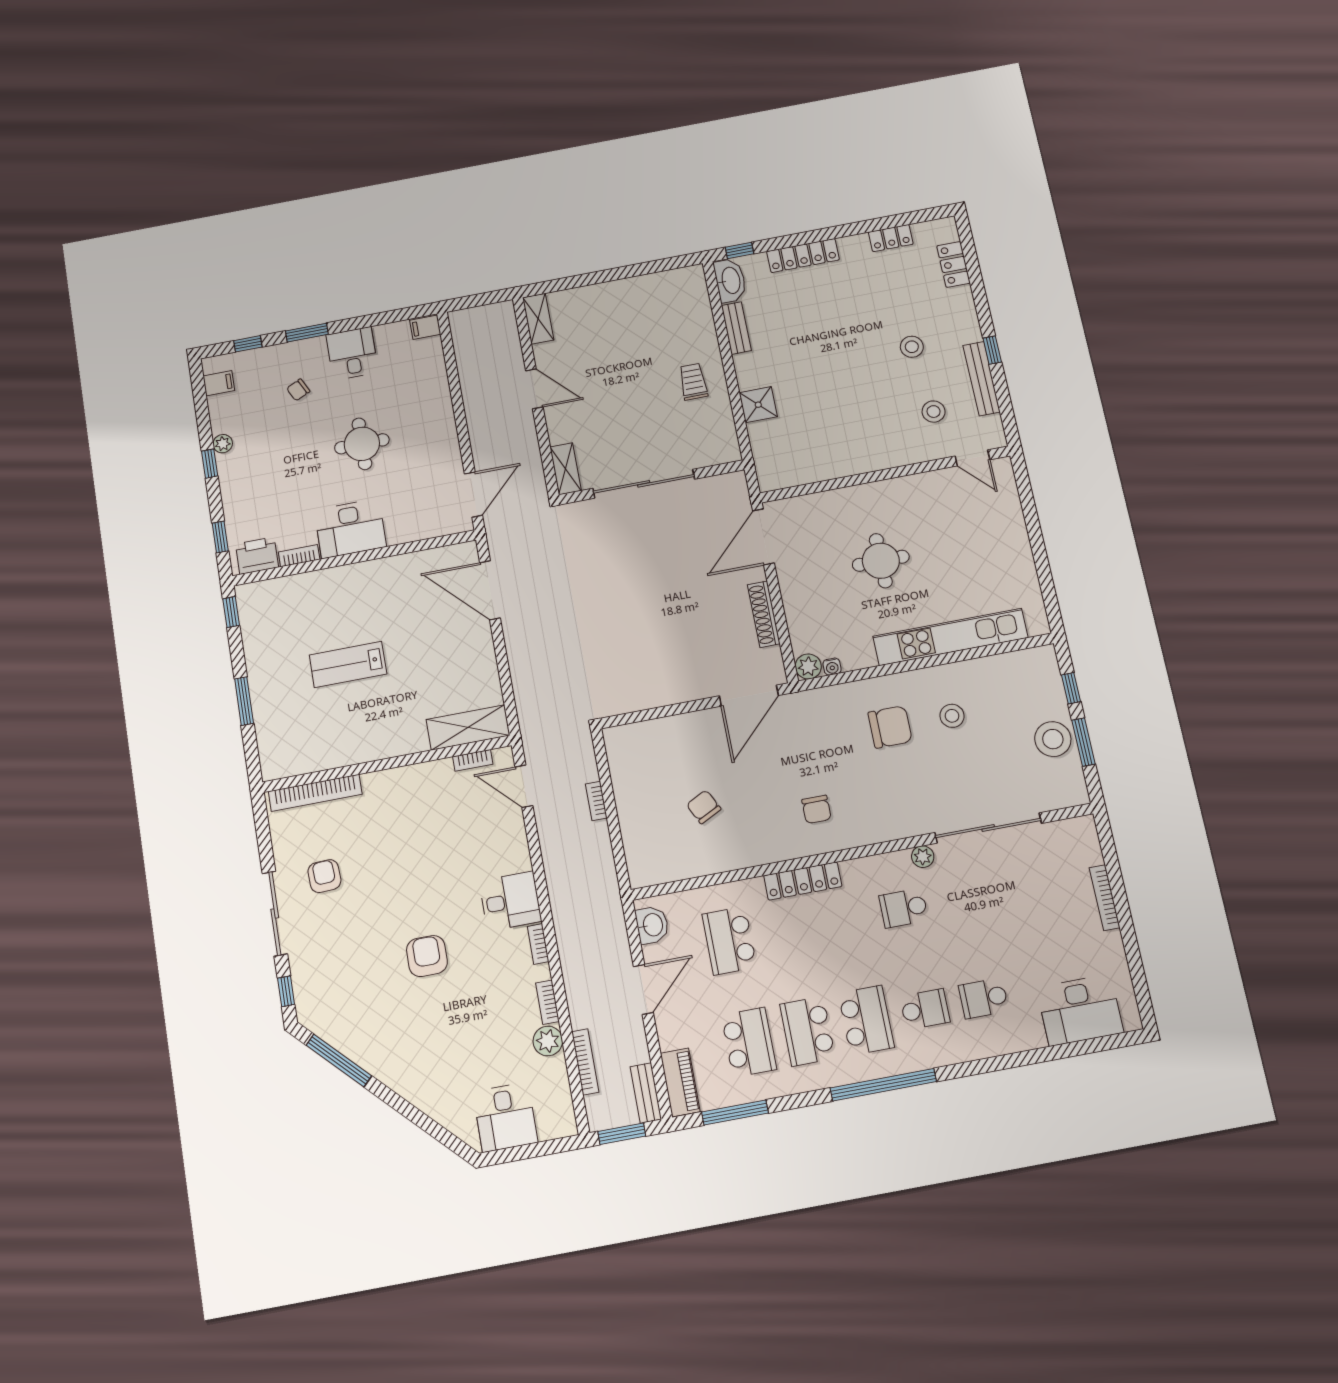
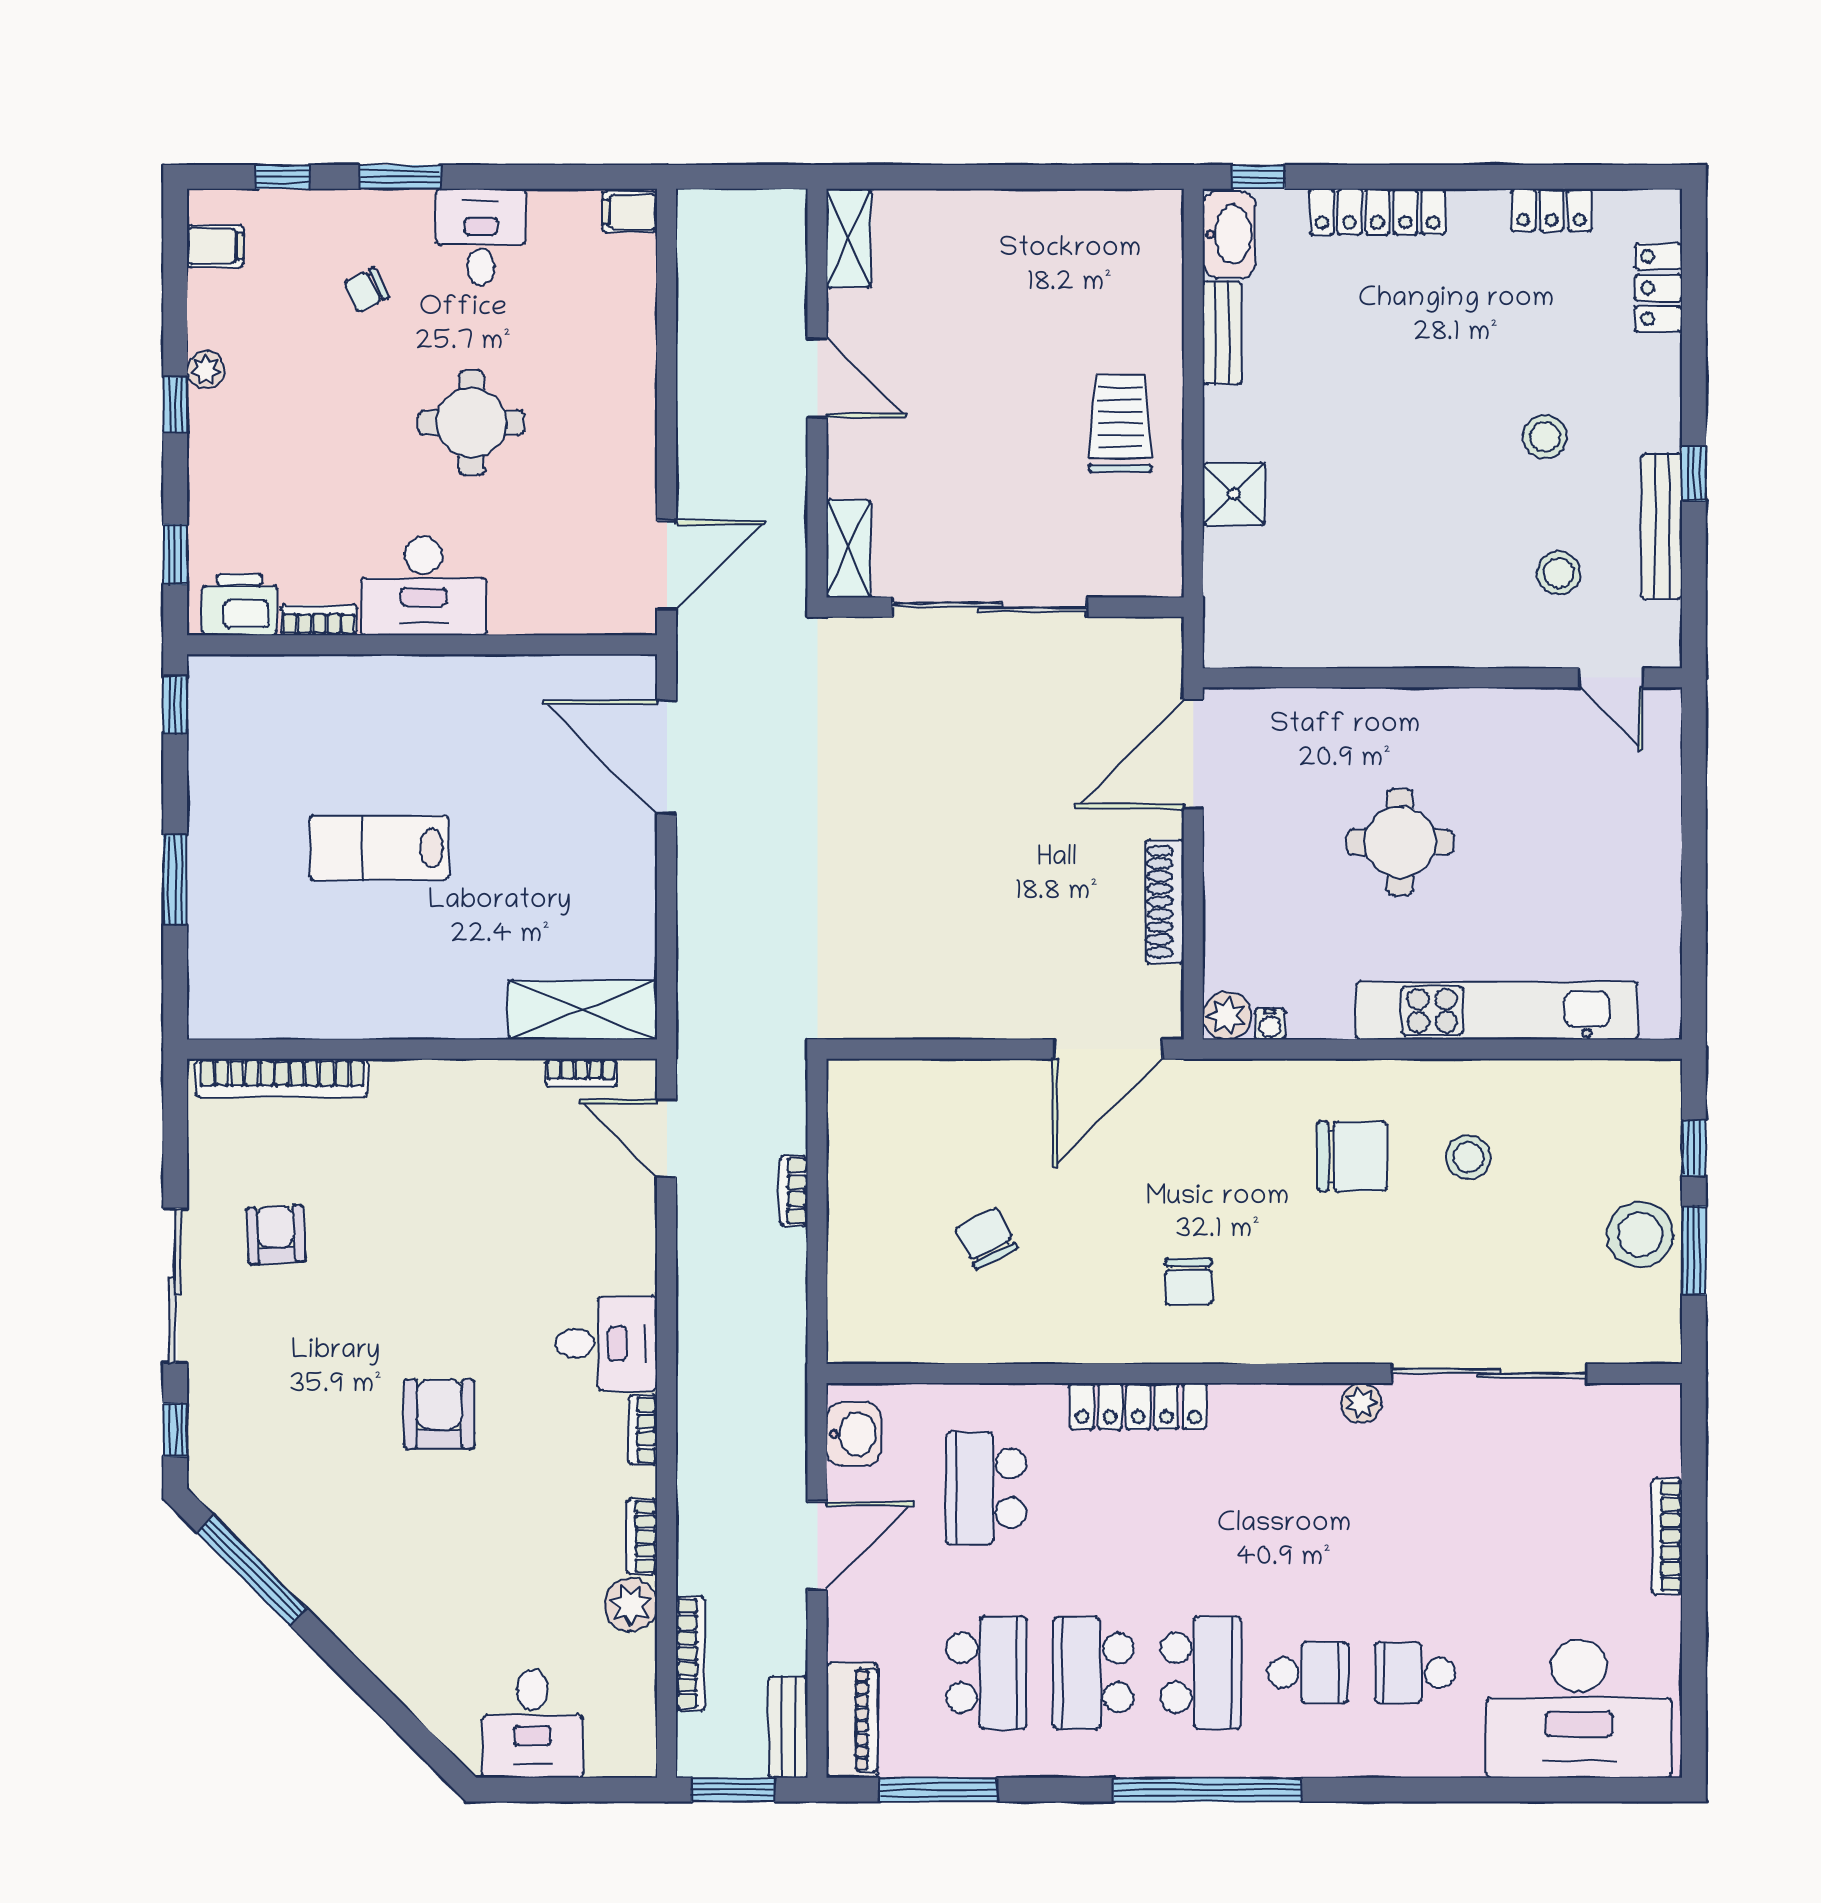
trolley: (693, 382) -> (1120, 424), width x1.36, depth x1.39
school desk: (904, 908) -> (1308, 1488), removed
desk: (1080, 1010) -> (1579, 1709), width x1.36, depth x1.30

